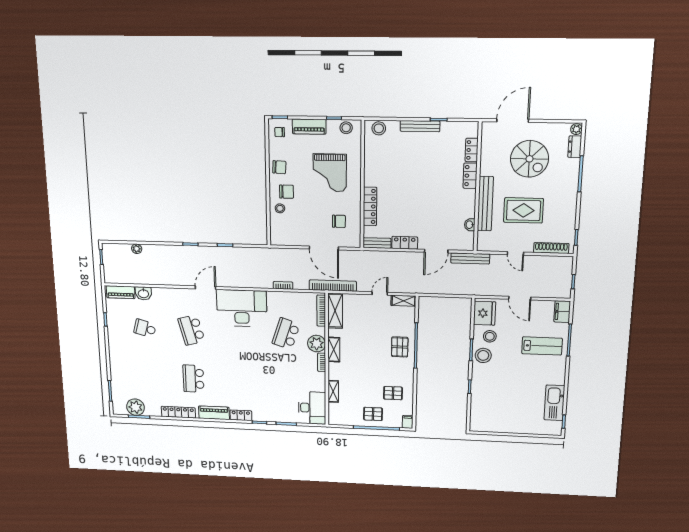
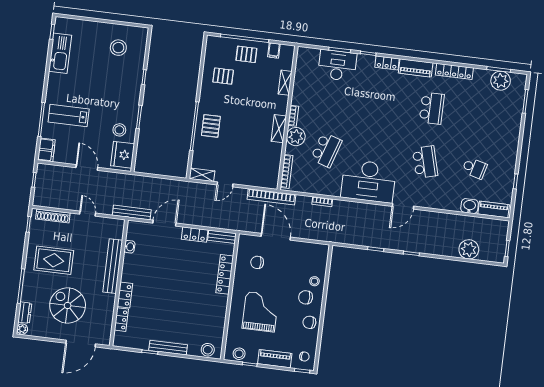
rug: (523, 210) -> (54, 260), moved
plant: (137, 249) -> (469, 249), width x1.88, depth x1.88
shelving: (335, 311) -> (272, 170), removed
stool: (483, 355) -> (118, 48), moved
desk: (312, 408) -> (337, 65), moved, turned 90
filing cabinet: (408, 422) -> (274, 50), moved

